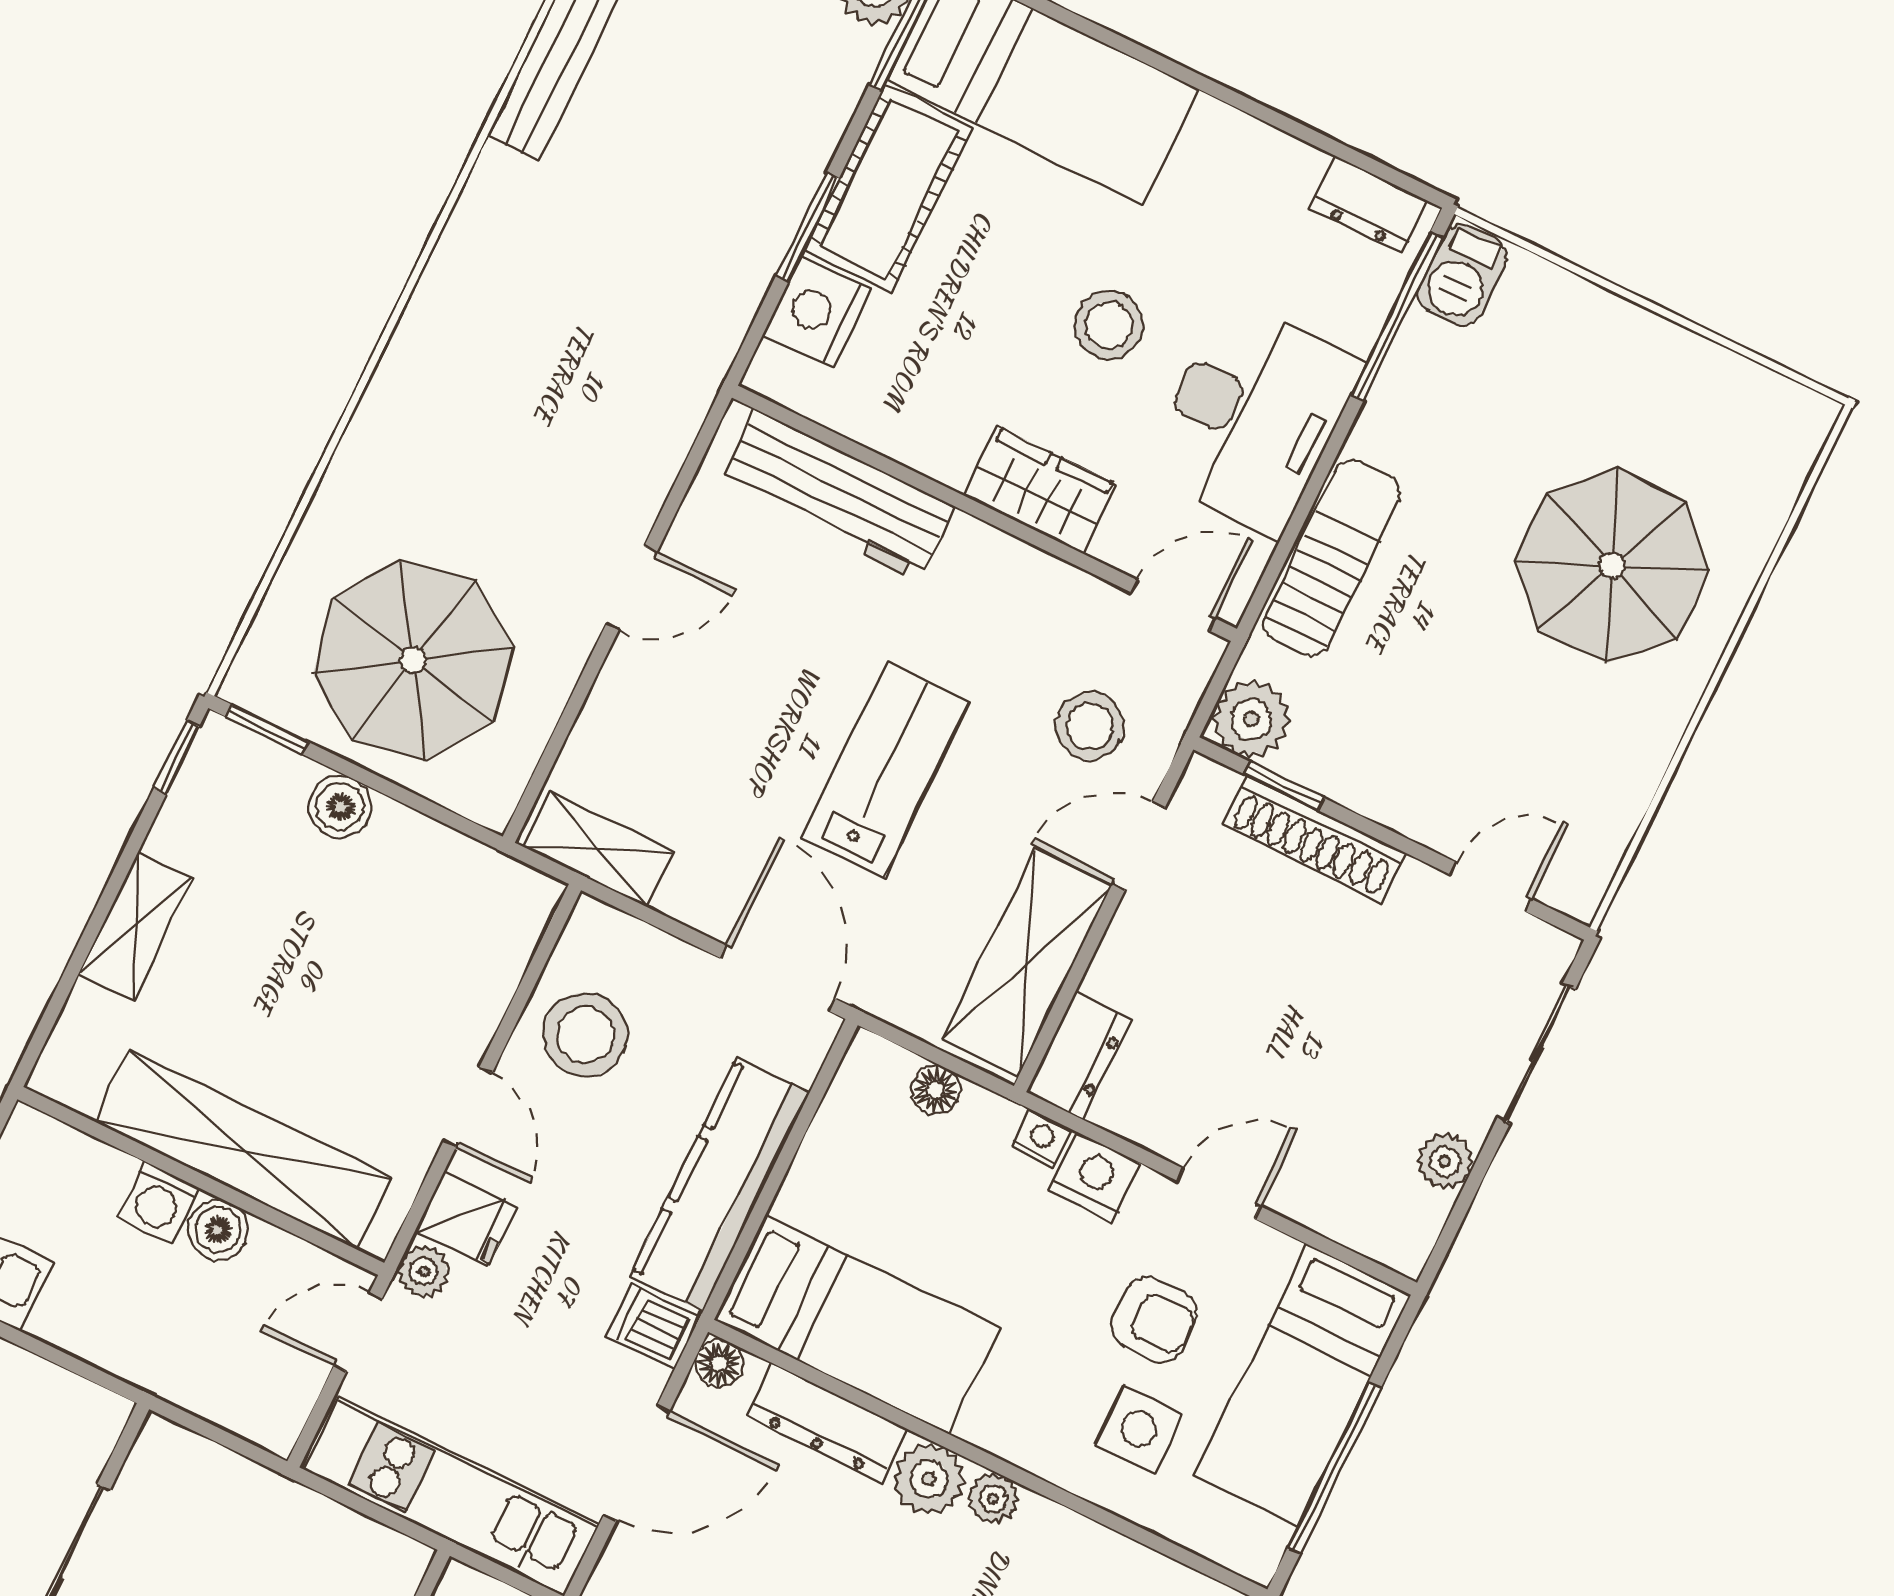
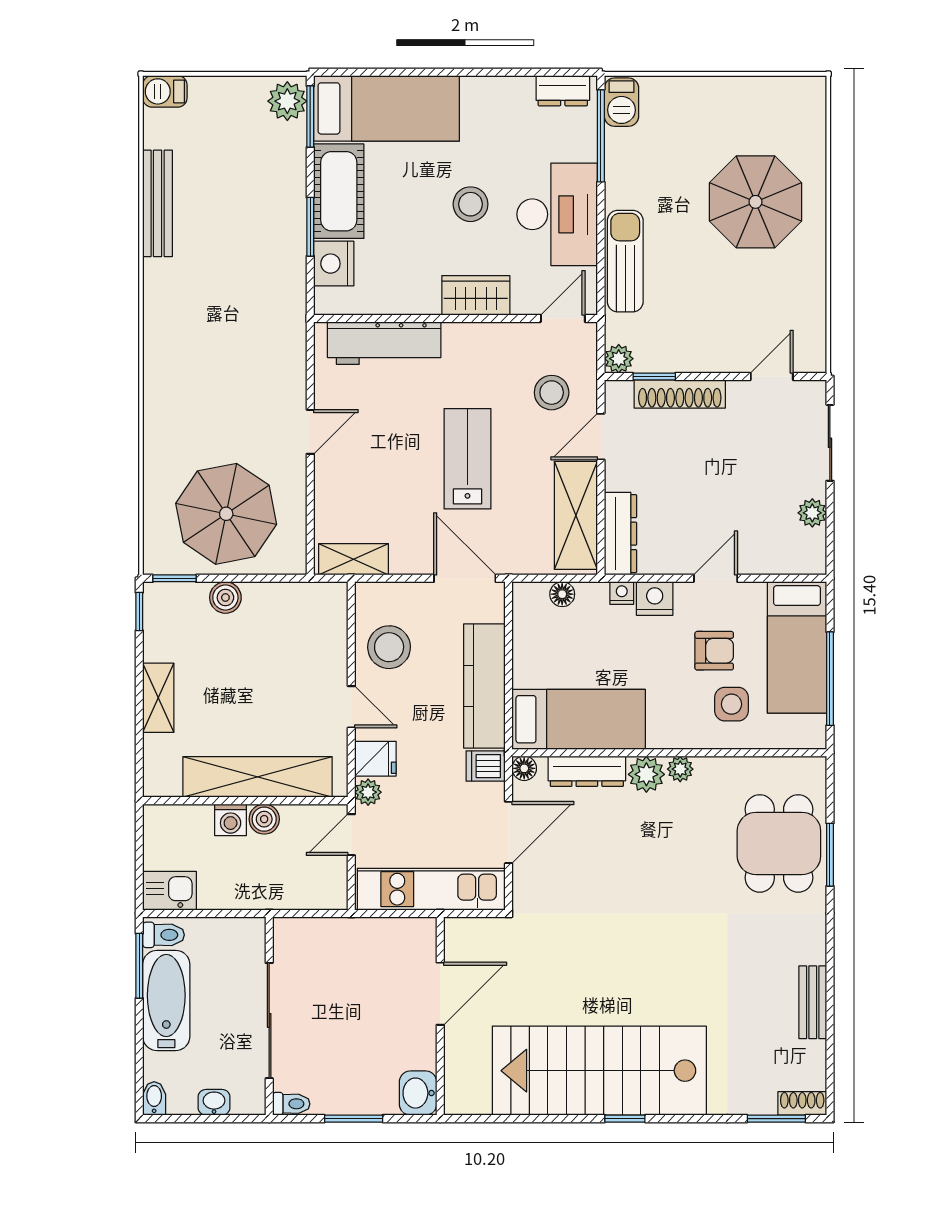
plant: (1251, 719) -> (619, 359), width x0.73, depth x0.73
dresser: (1079, 1055) -> (620, 534), width x1.44

